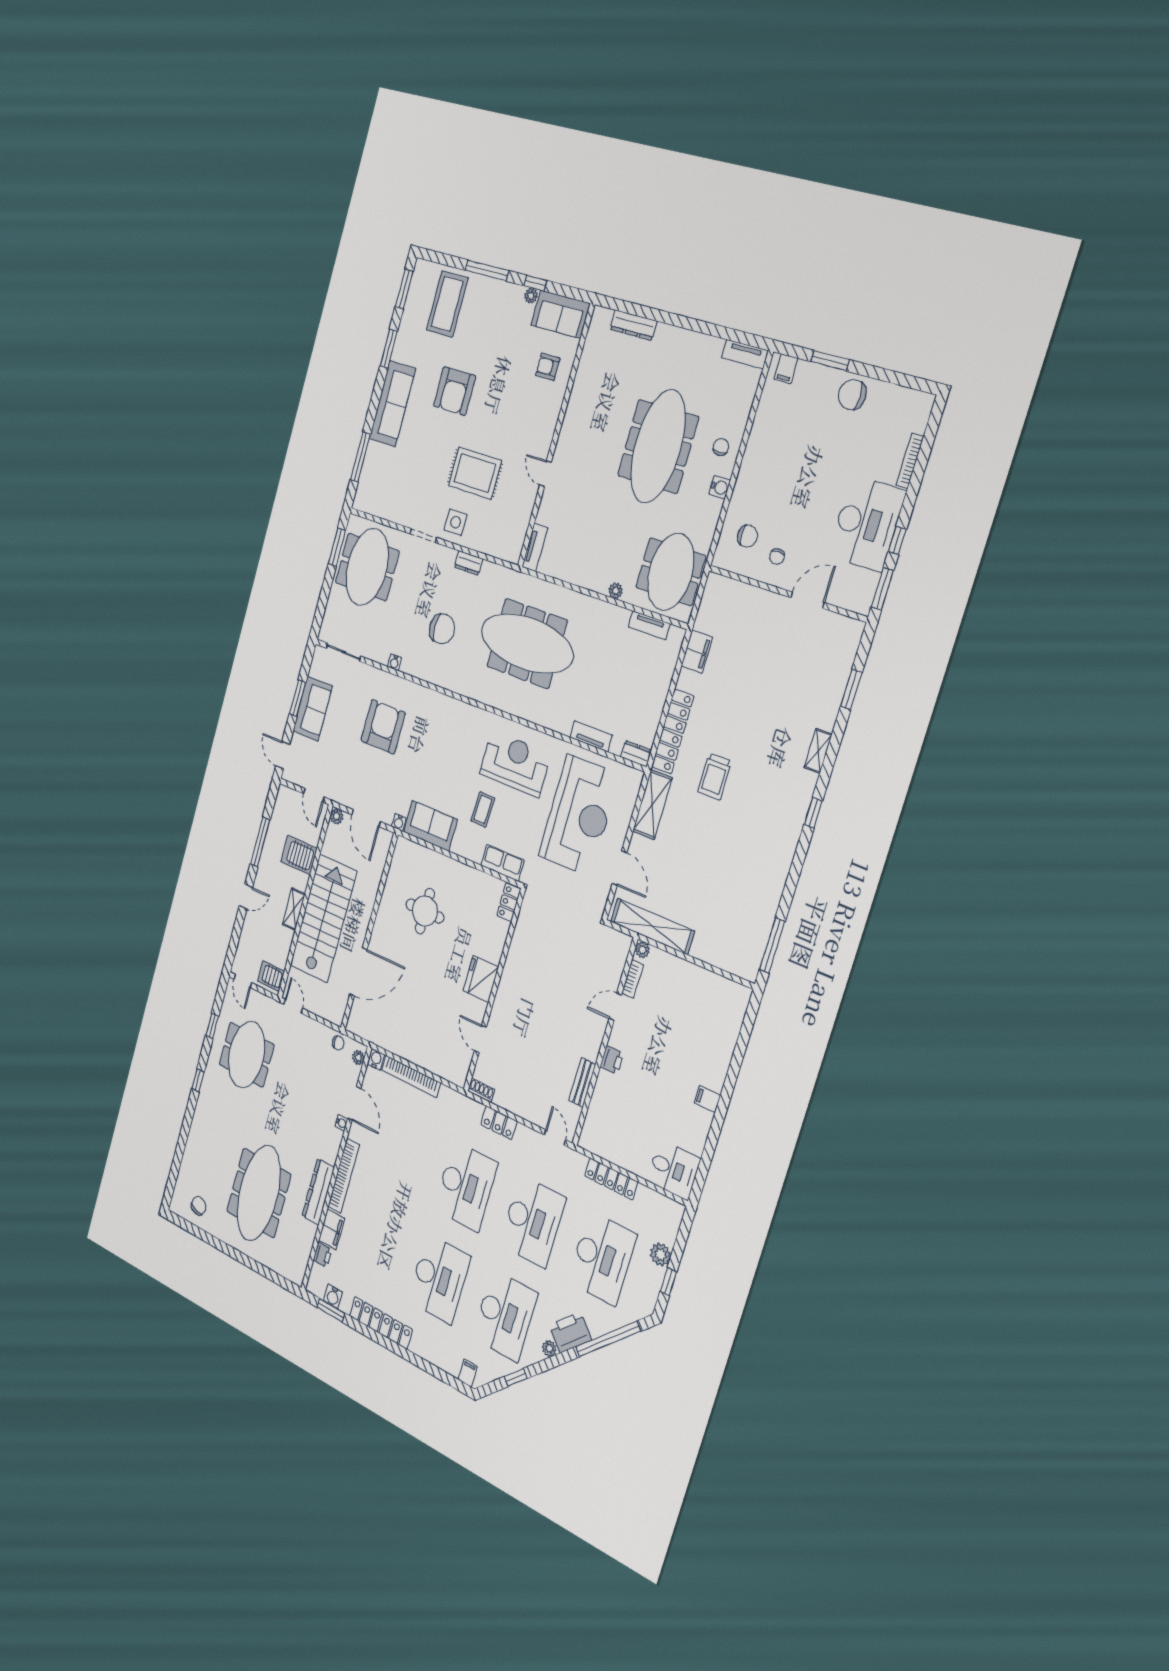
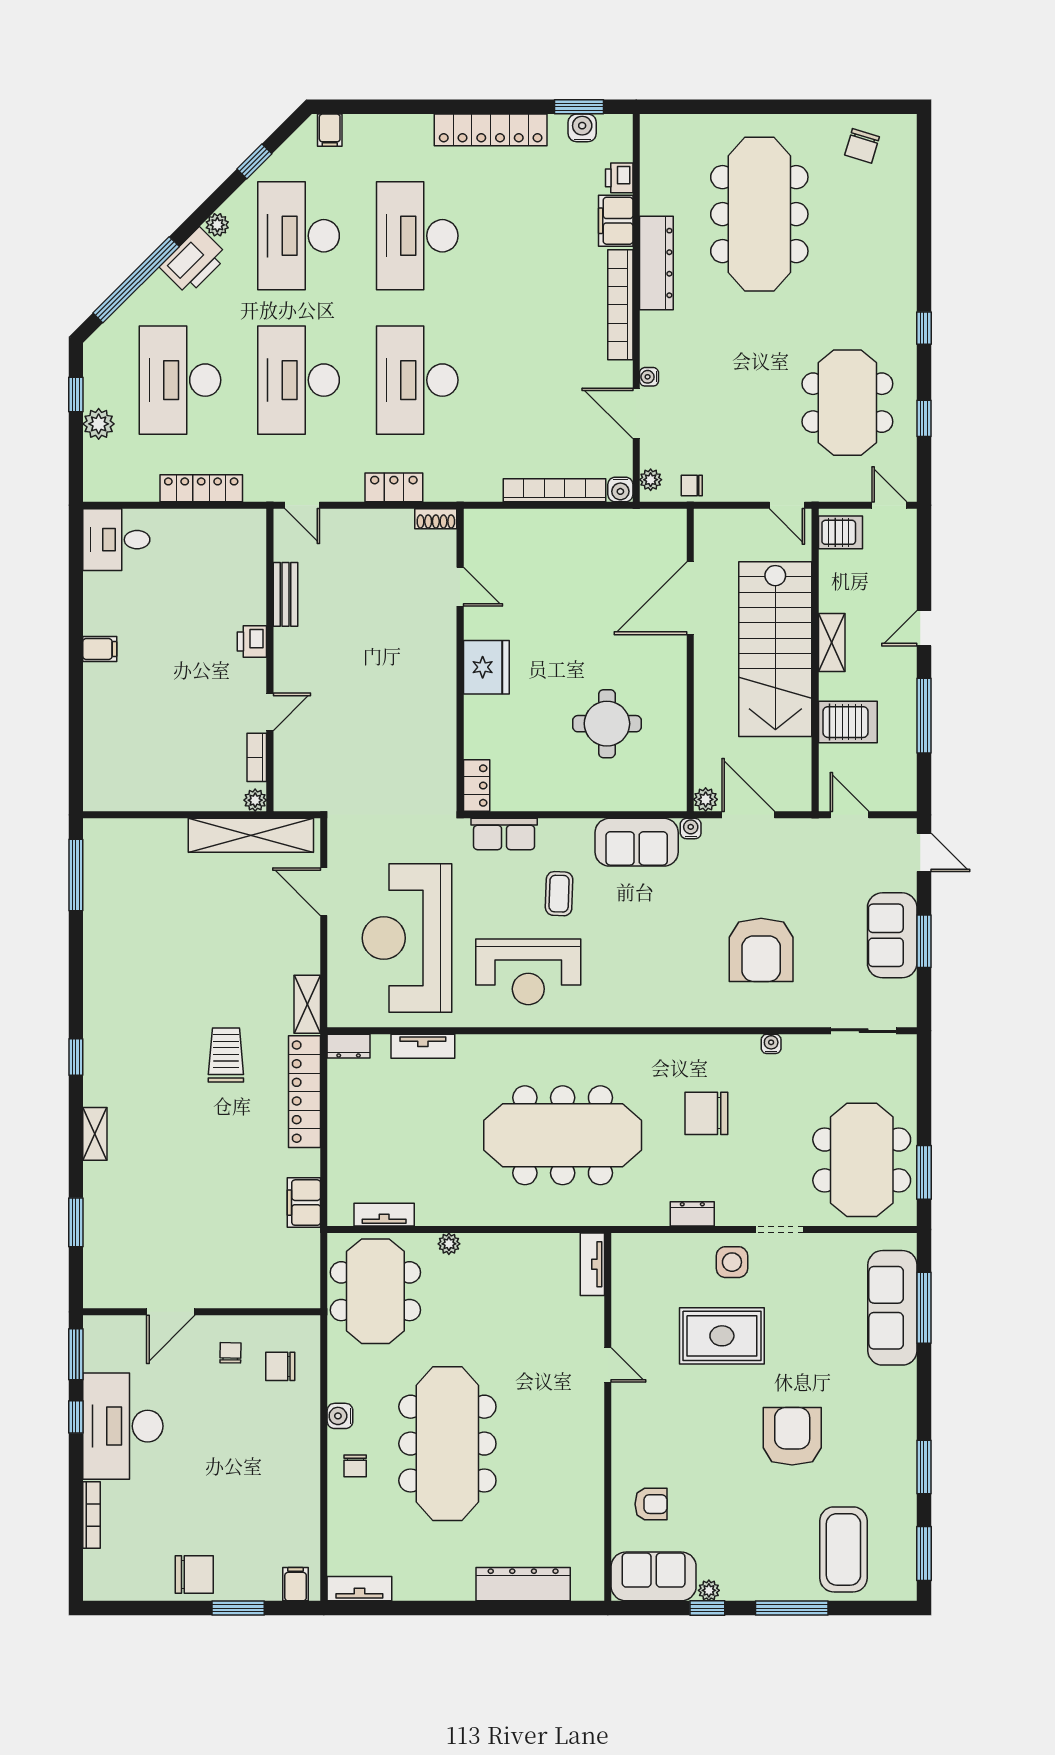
dresser: (633, 325) -> (523, 1584), width x1.37, depth x1.24
sofa: (392, 404) -> (892, 1308), moved
shelving: (652, 804) -> (307, 1004), width x0.67, depth x0.75
plant: (337, 816) -> (706, 799), moved

